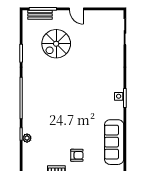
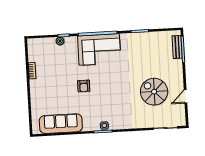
door: (76, 9) -> (186, 96), moved
spiral stairs: (56, 44) -> (154, 92), moved
corner sofa: (38, 97) -> (99, 49), added
armchair: (77, 155) -> (84, 86), moved

